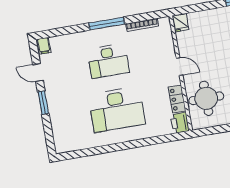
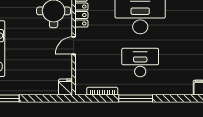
door: (180, 66) -> (74, 46), hinge flipped

